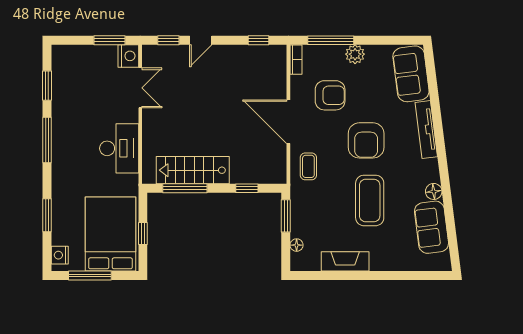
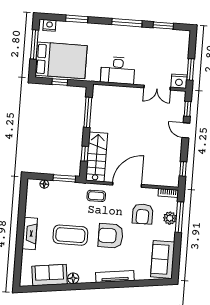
plant: (355, 54) -> (170, 218), moved
sofa: (411, 74) -> (163, 259), moved, turned -83
stairs: (193, 170) -> (97, 157), moved
fireplace: (345, 261) -> (30, 233), moved

